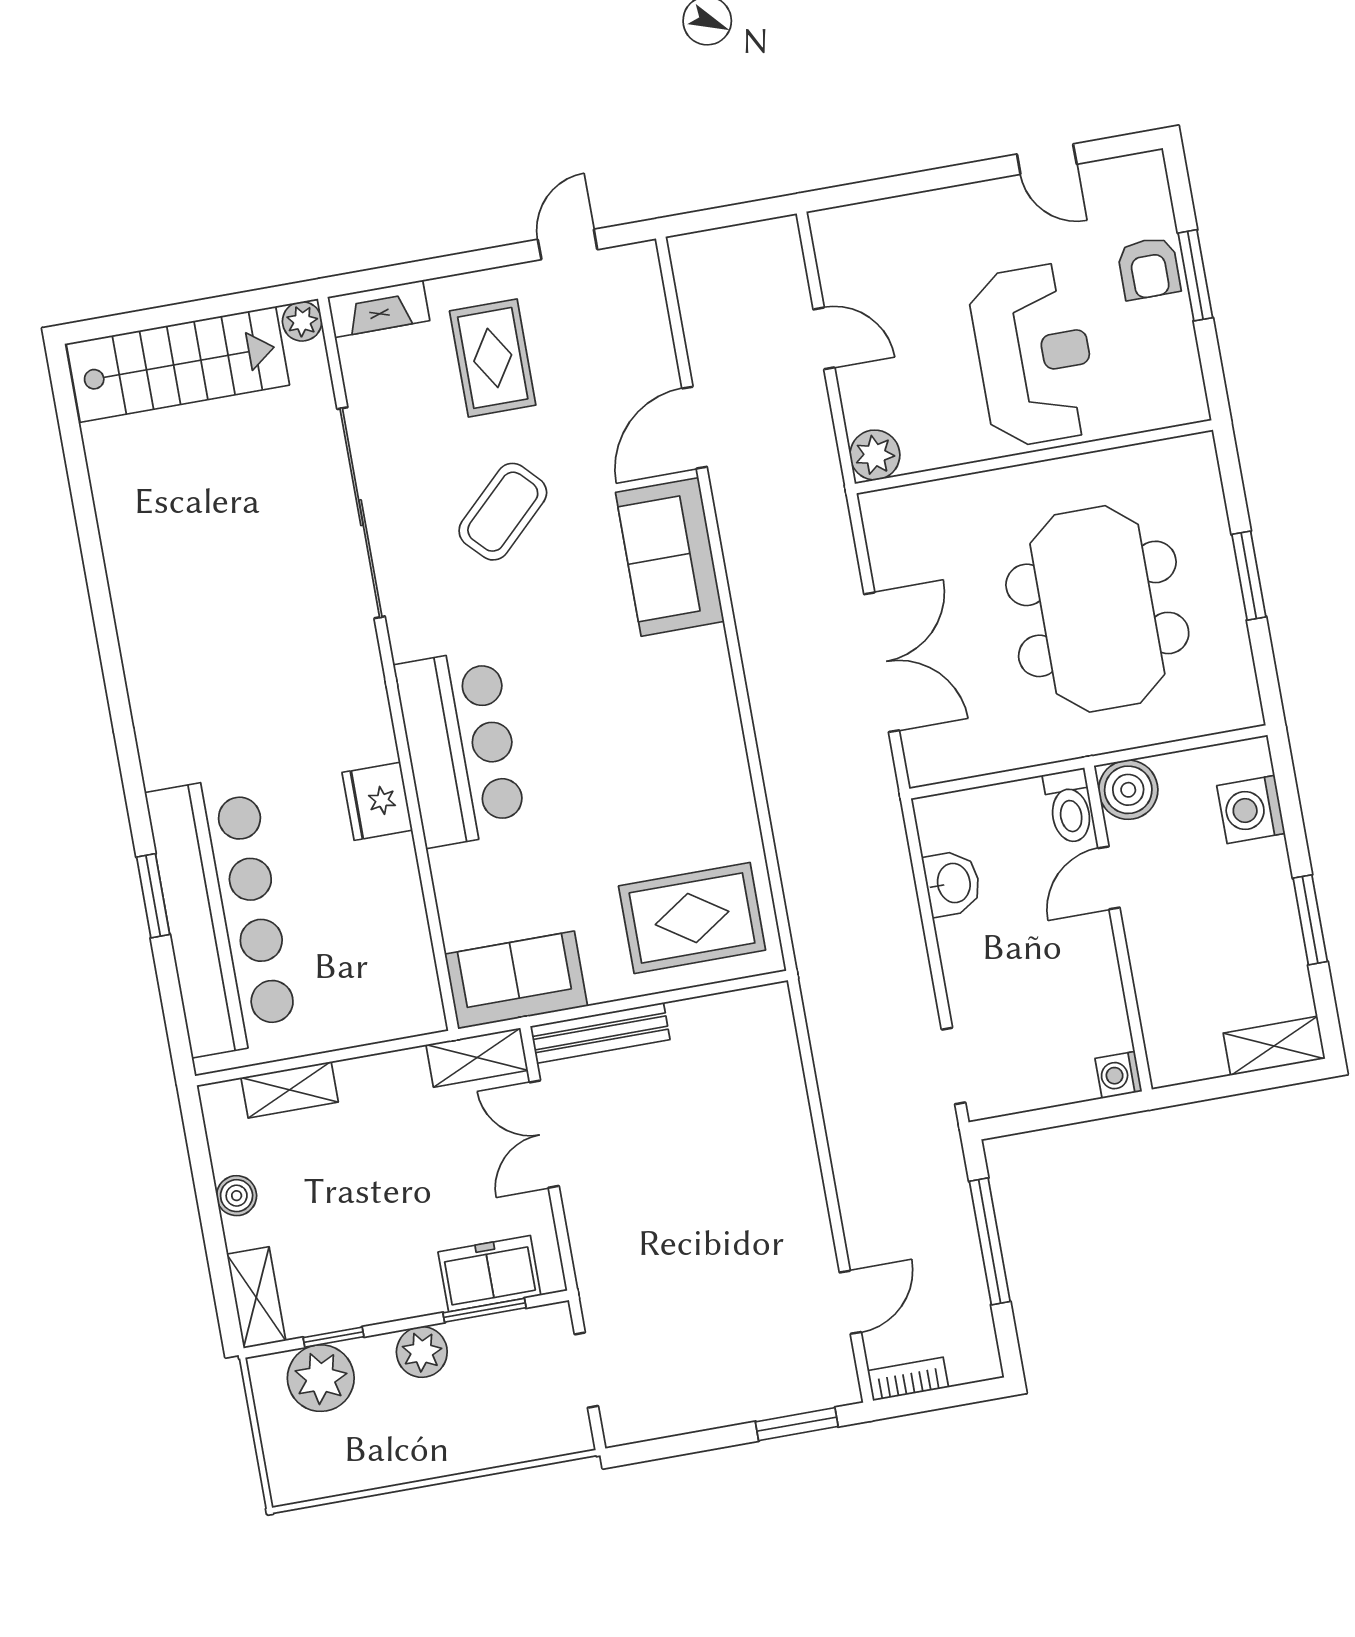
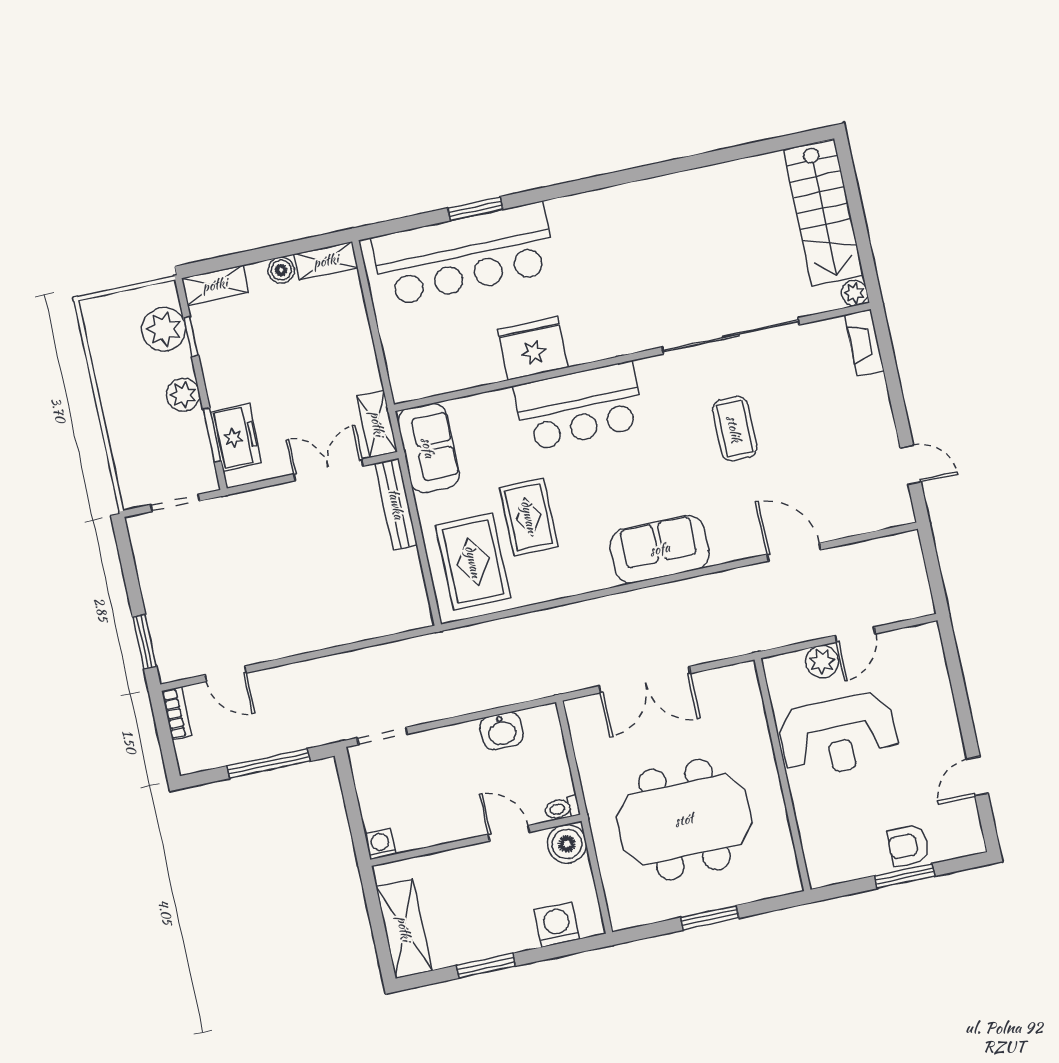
reception desk: (1034, 355) -> (838, 735), moved
rug: (493, 358) -> (529, 517), moved, turned 90
plant: (875, 455) -> (822, 662), moved
coffee table: (503, 512) -> (734, 429), turned 44
sofa: (670, 557) -> (660, 549), moved
fridge: (377, 801) -> (533, 348), width x1.36, depth x1.34
toilet: (1069, 806) -> (562, 808), width x0.73, depth x0.72
shelving: (1274, 1046) -> (404, 929), width x1.50, depth x1.33
shelving: (290, 1090) -> (326, 261), moved, turned 90

